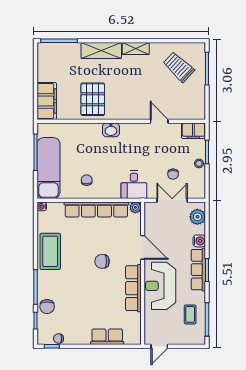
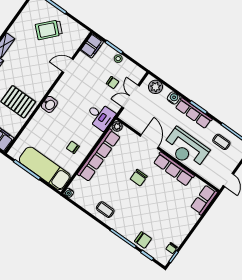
trolley: (179, 67) -> (49, 30), moved
door: (143, 247) -> (149, 142), hinge flipped
coffee table: (50, 251) -> (105, 210), width x0.54, depth x0.58
row of seats: (107, 337) -> (204, 200), moved

